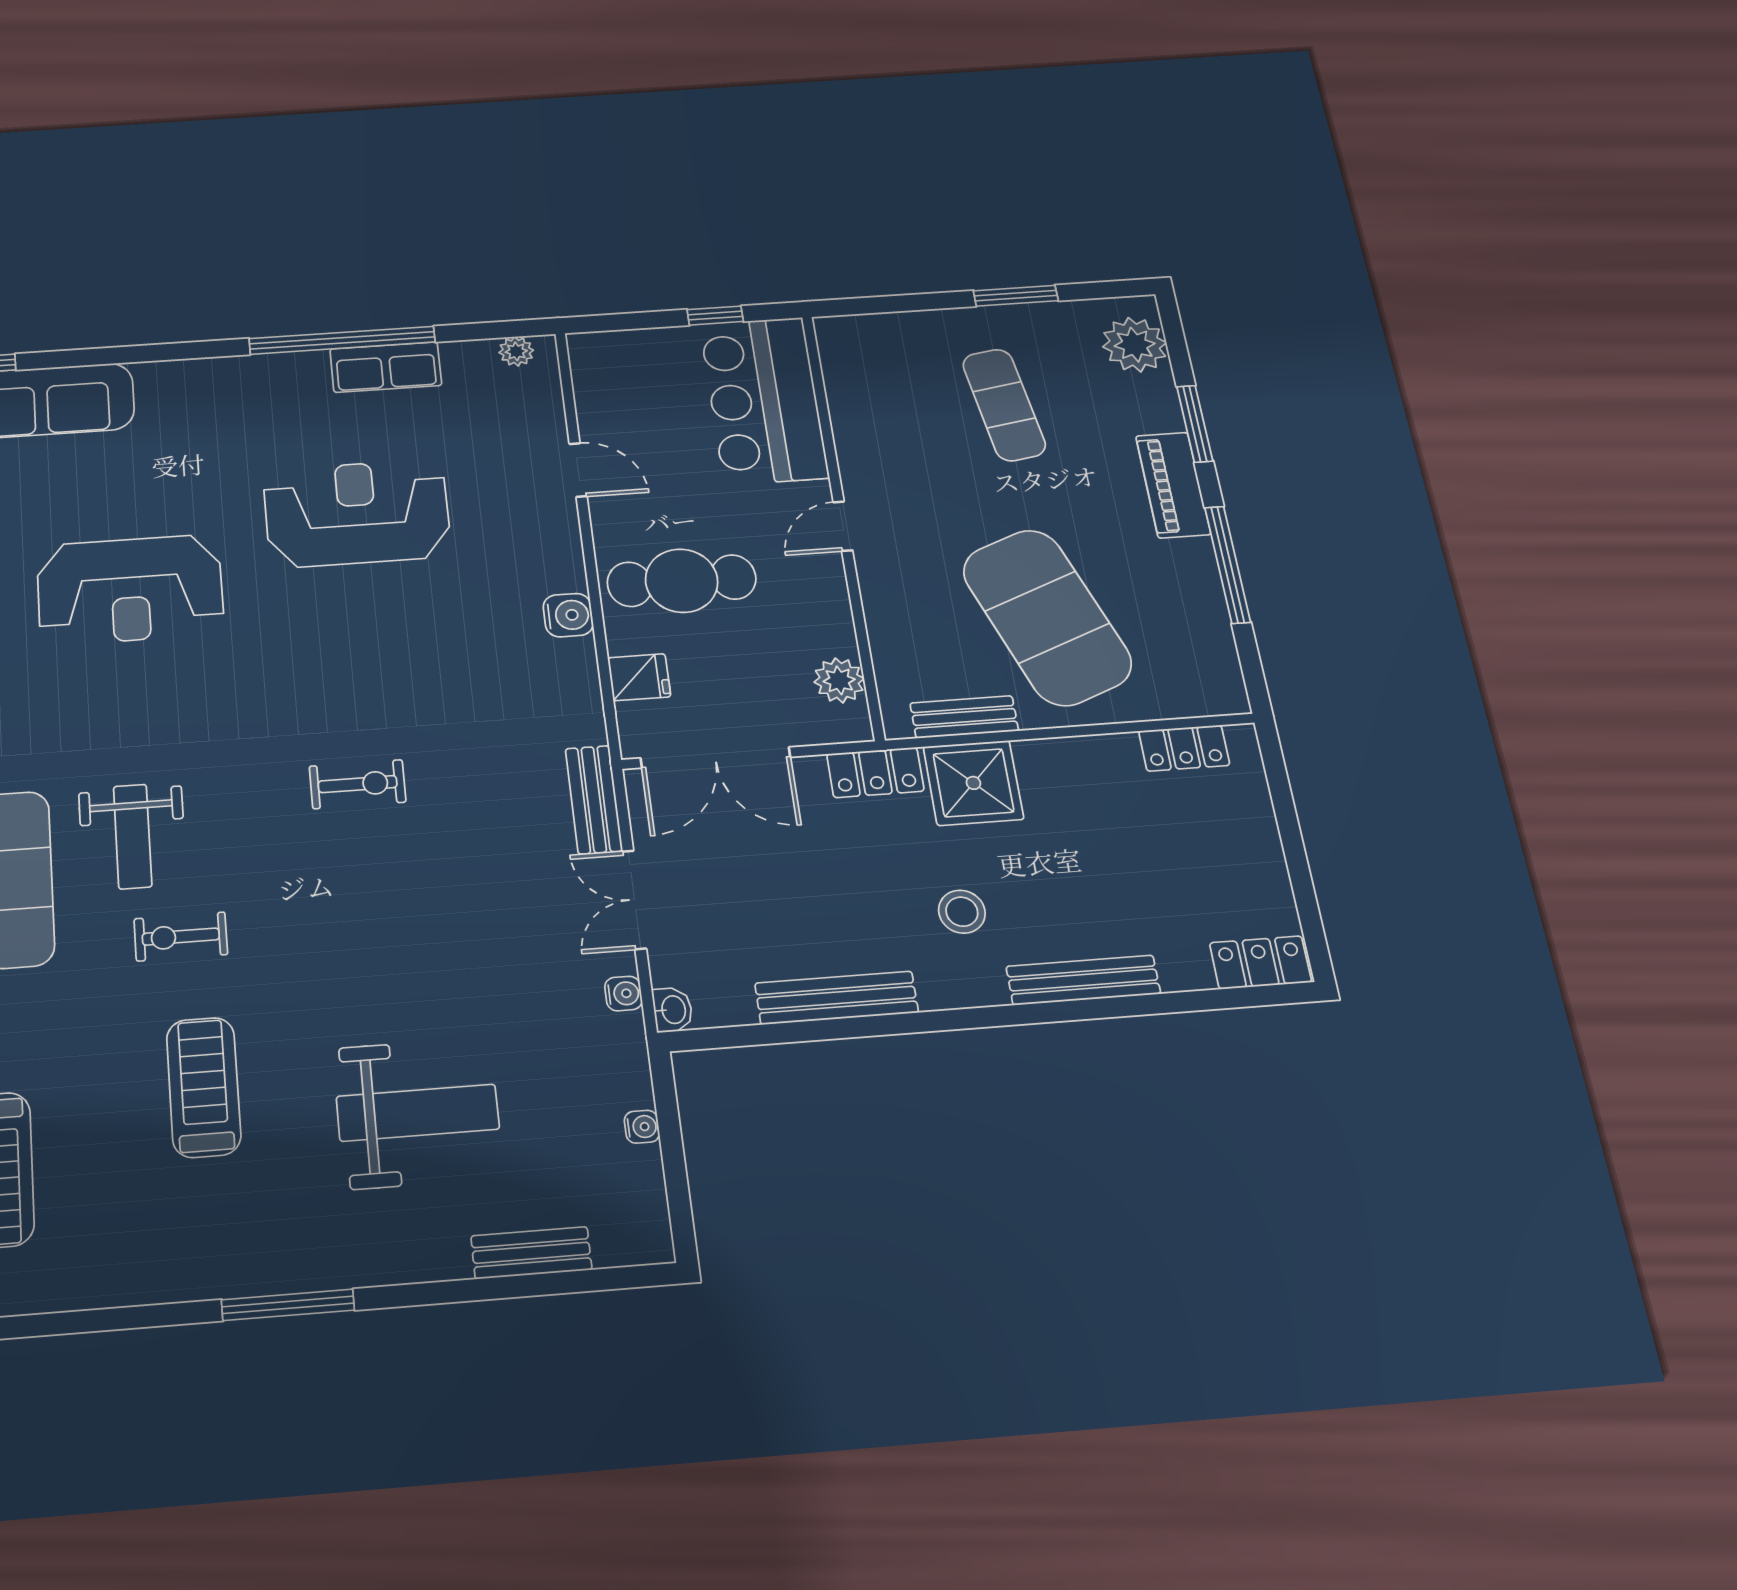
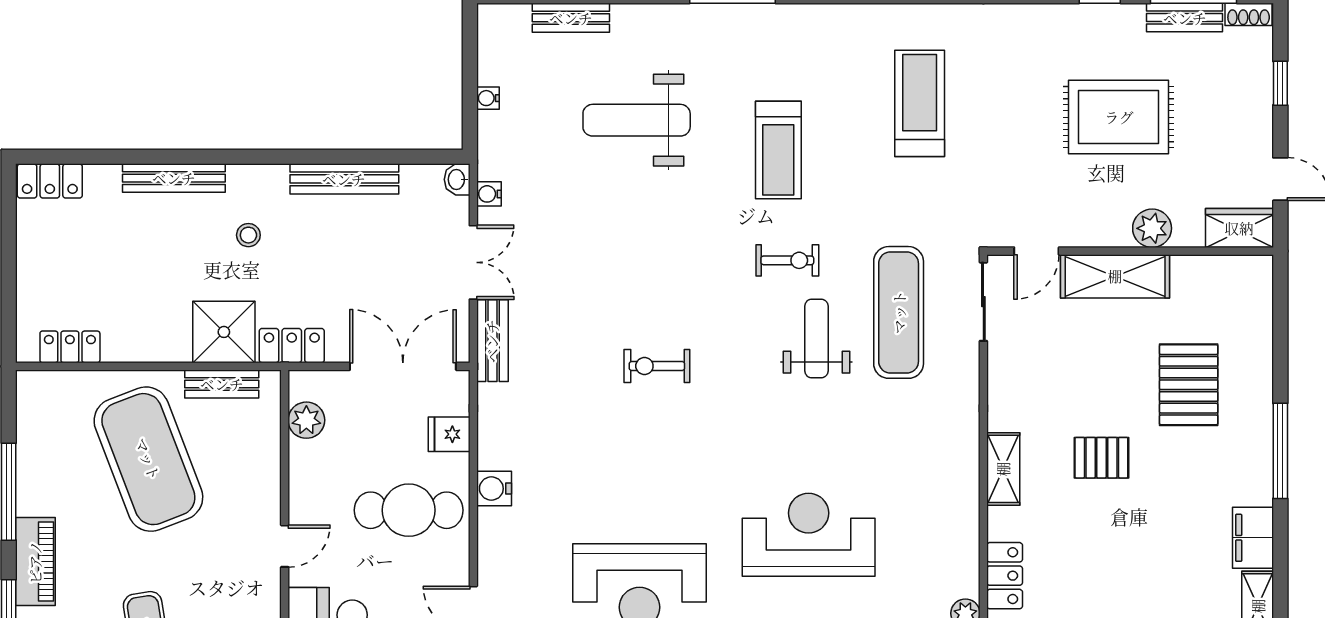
stool: (962, 912) -> (248, 235), width x0.73, depth x0.73

